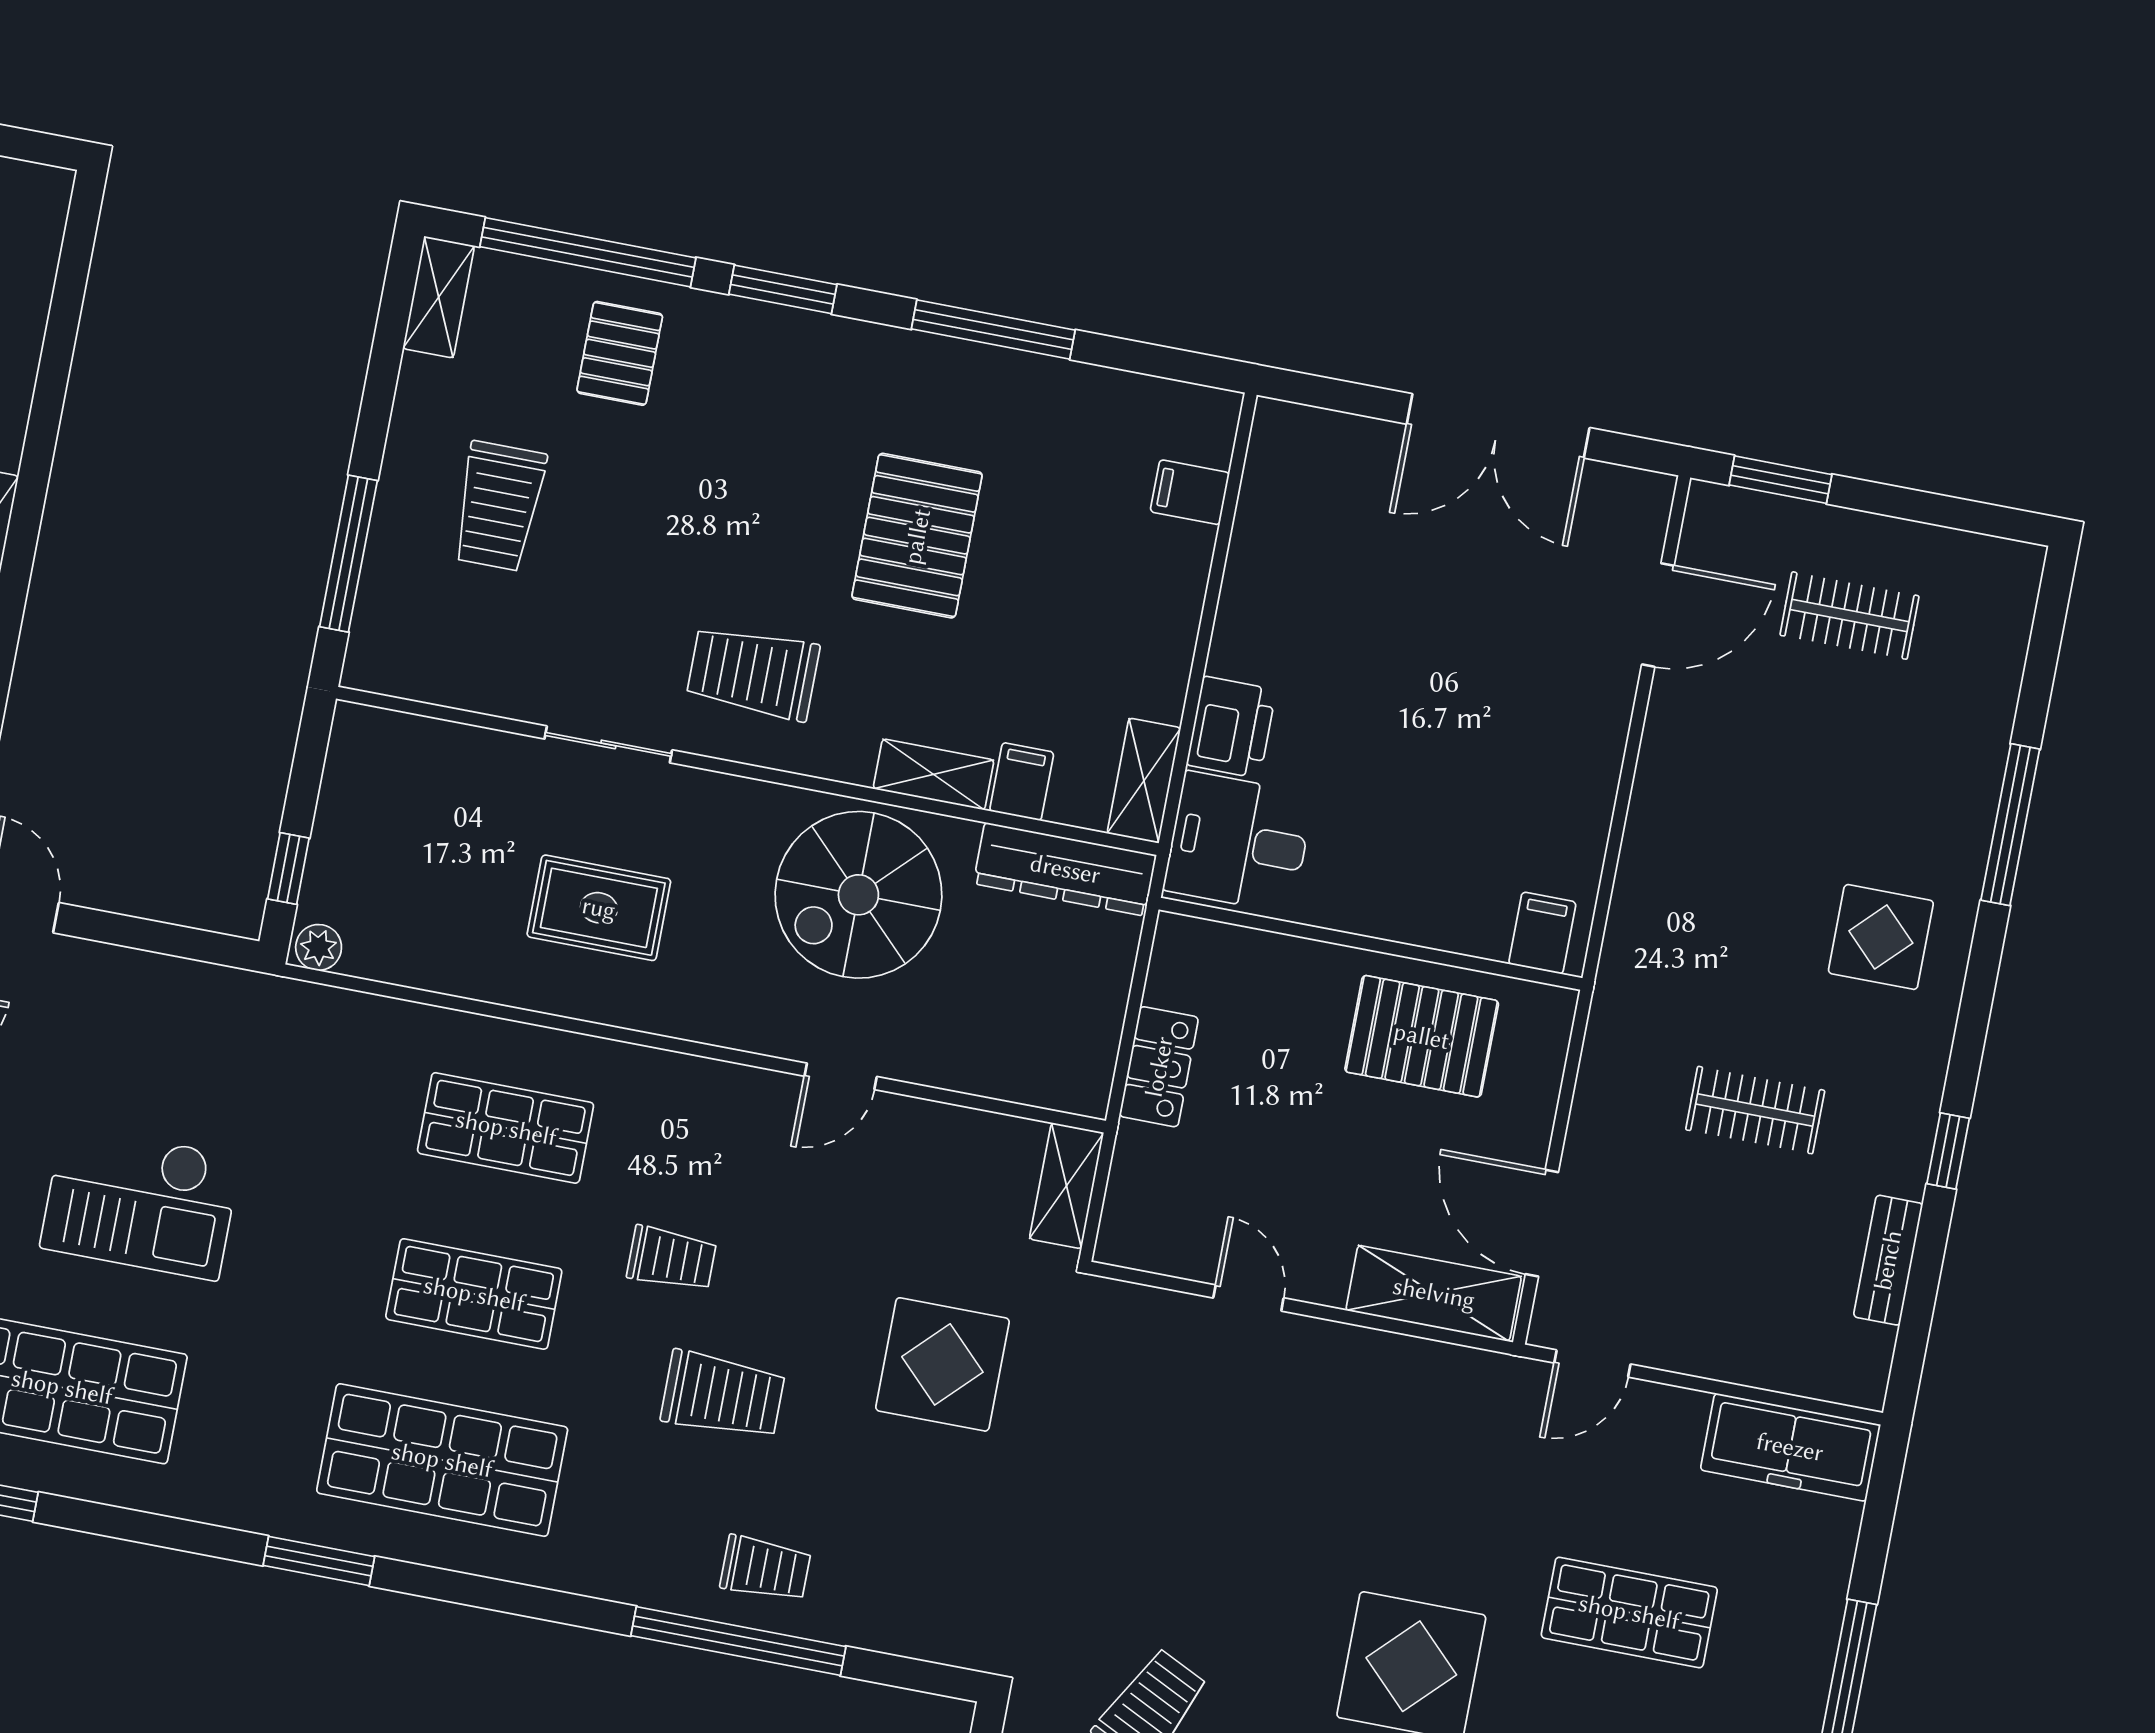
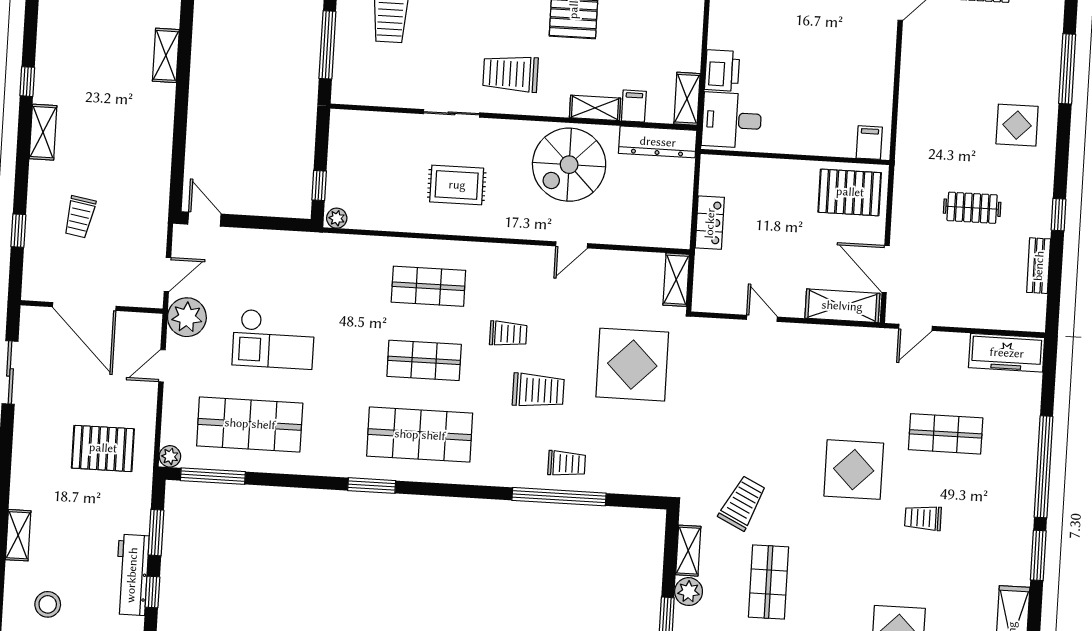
pallet: (1422, 1036) -> (850, 192), moved
display table: (942, 1364) -> (632, 365), width x1.36, depth x1.36

